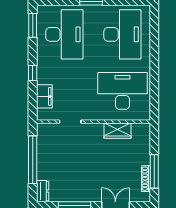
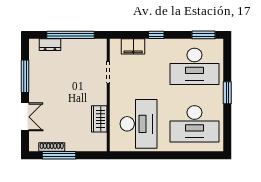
dresser: (43, 191) -> (50, 45), moved

